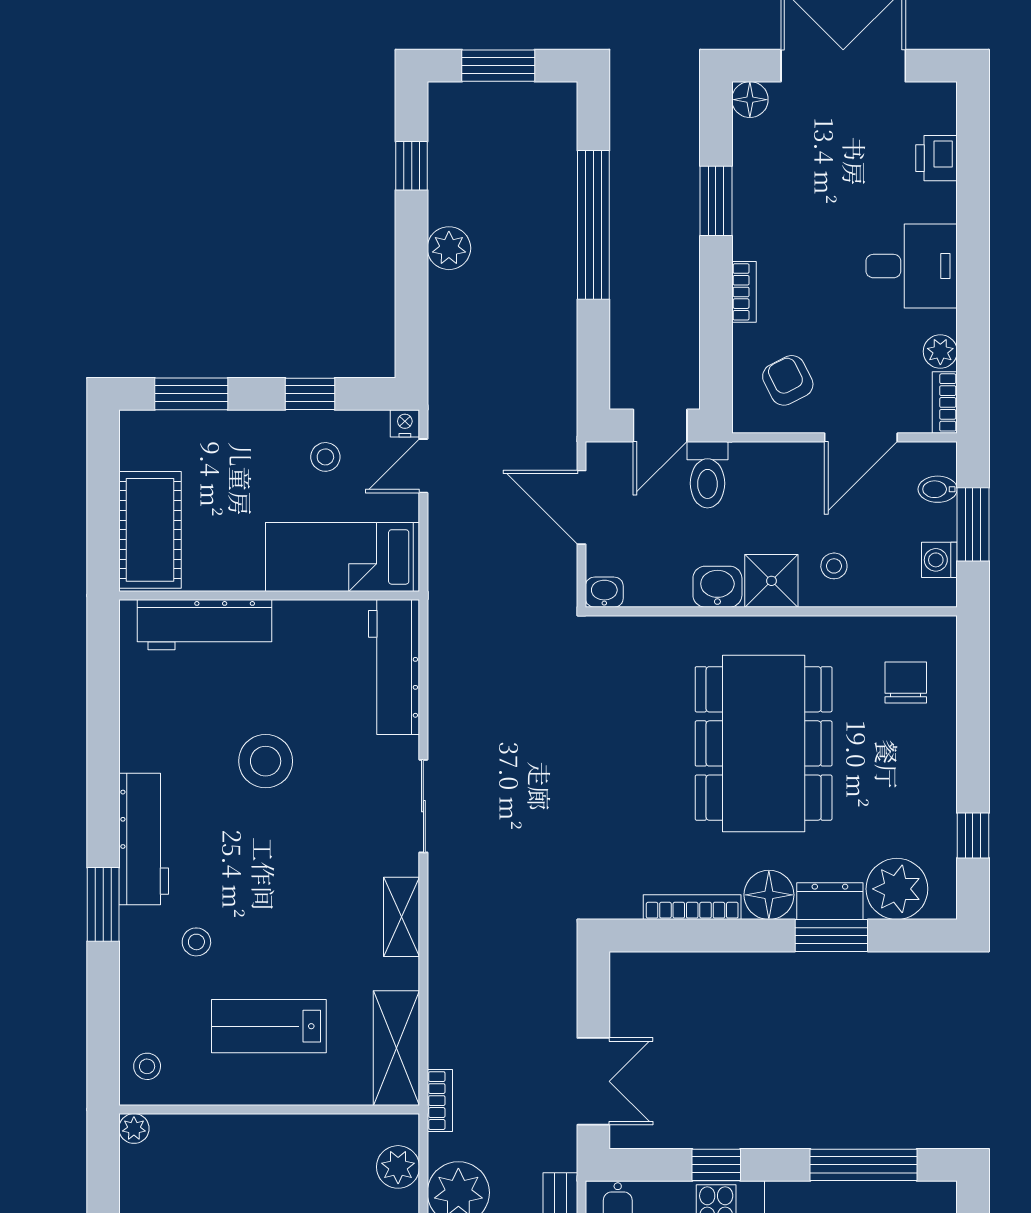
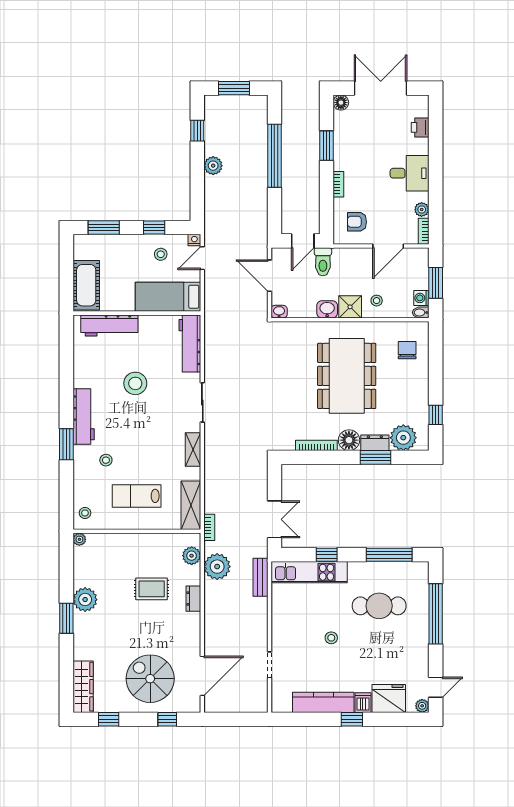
armchair: (788, 380) -> (357, 222), turned -63
bidet: (938, 489) -> (421, 312), moved

